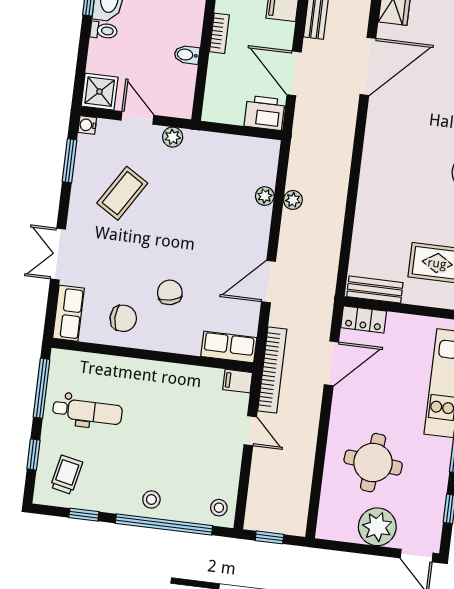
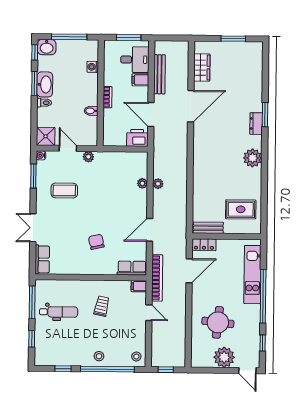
coffee table: (122, 193) -> (64, 190), turned 58
chair: (123, 318) -> (72, 259), removed
trolley: (66, 475) -> (102, 306), moved

